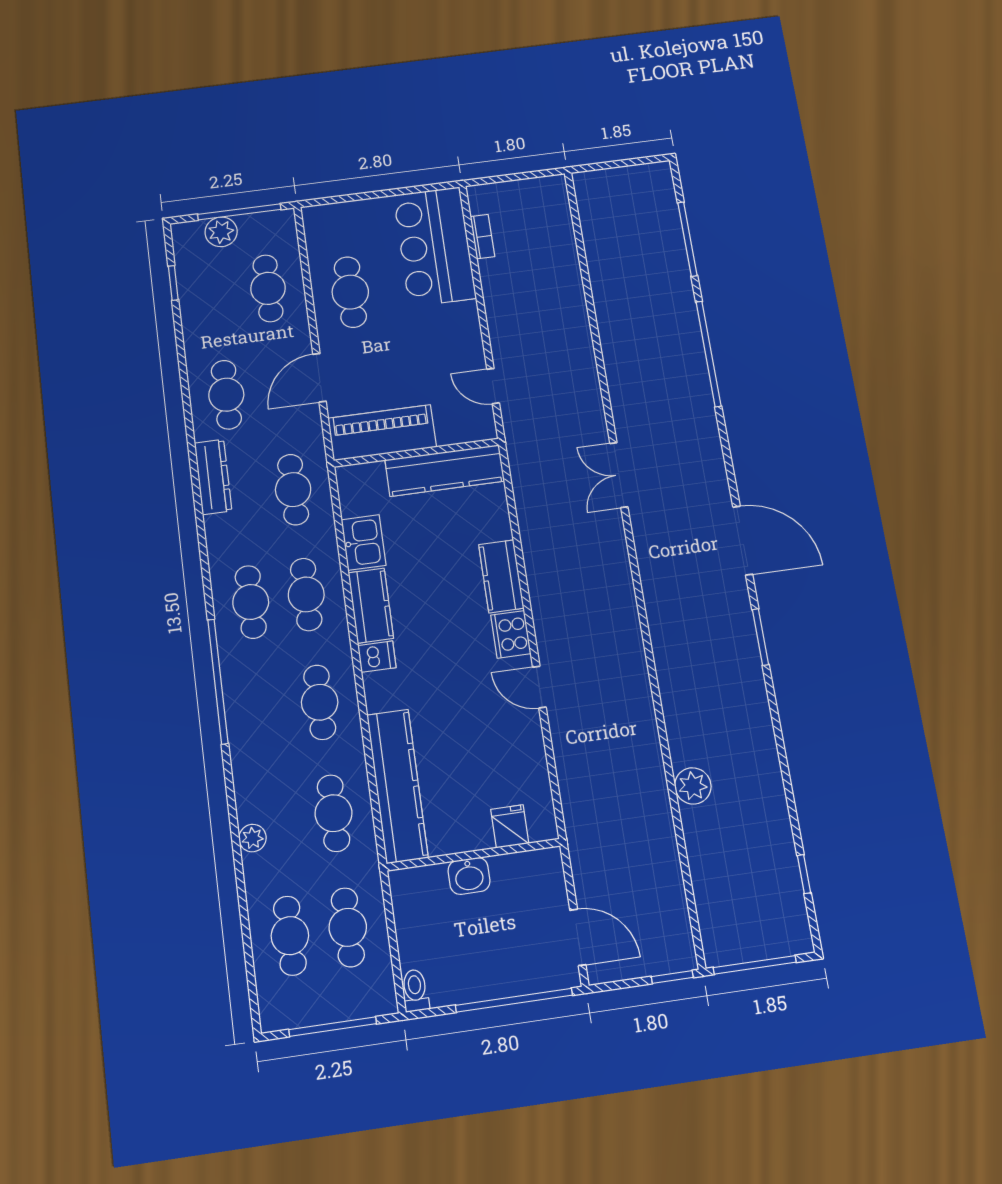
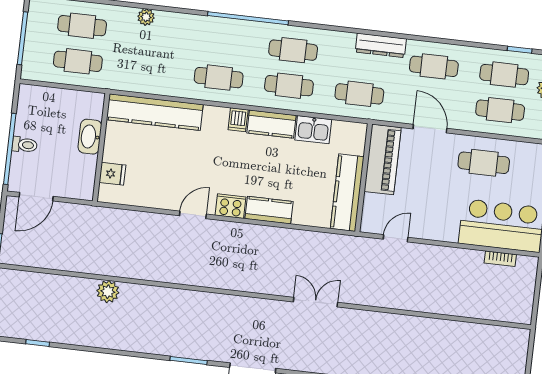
cafe table: (333, 813) -> (504, 75), moved
washbasin: (469, 876) -> (90, 137), width x1.38
toilet: (415, 990) -> (25, 145), moved

